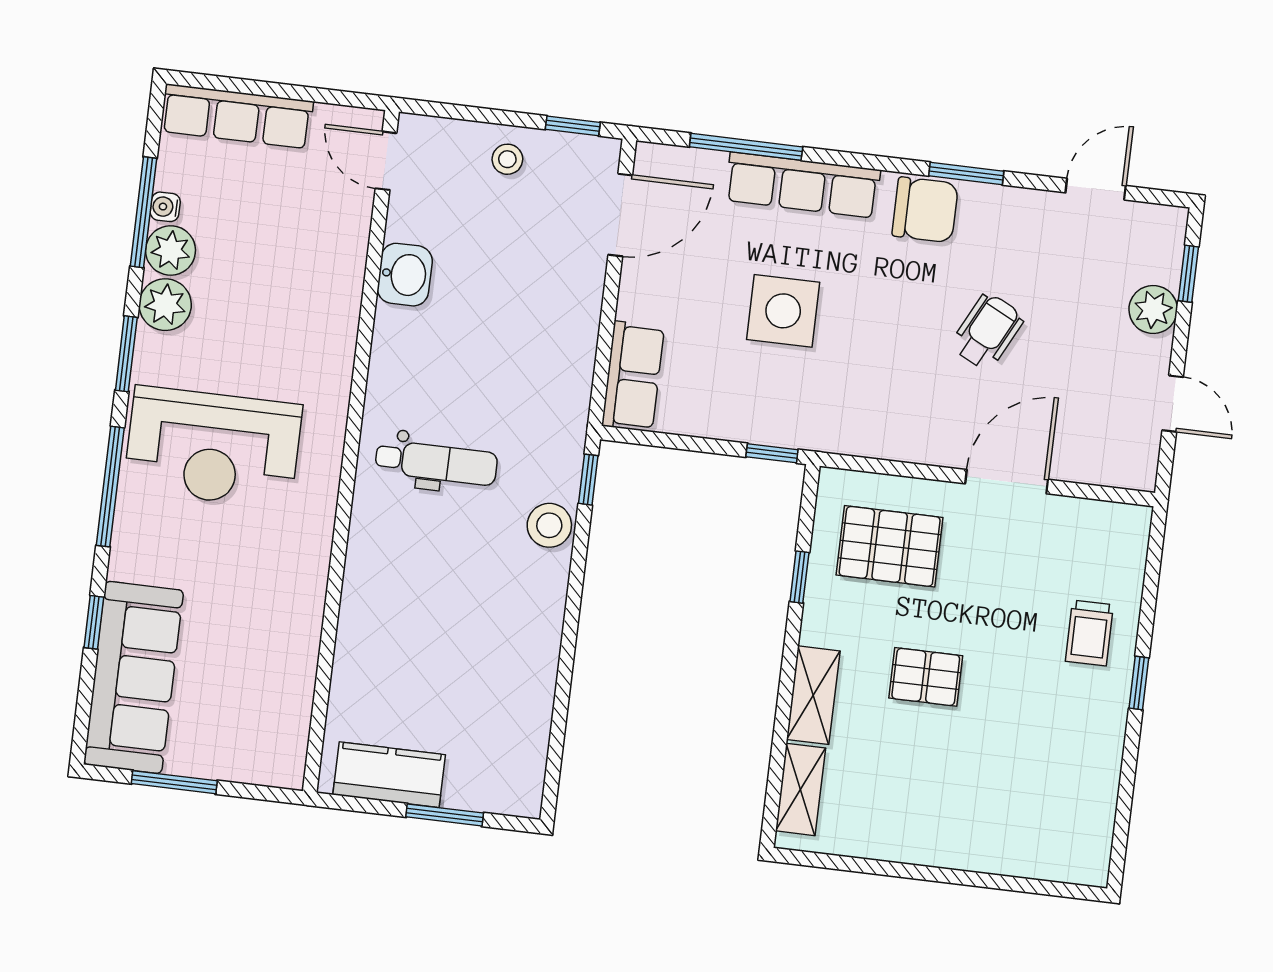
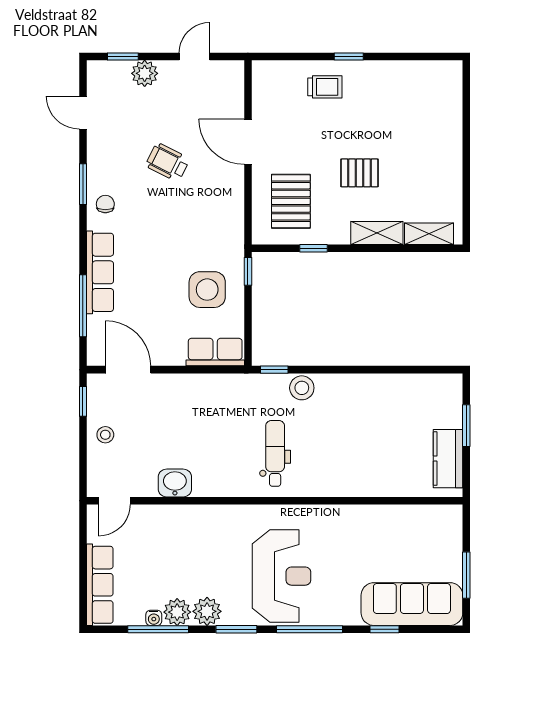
chair: (925, 210) -> (105, 204), width x0.54, depth x0.54
side table: (783, 311) -> (207, 290), moved
pallet: (926, 677) -> (360, 173), turned 90

